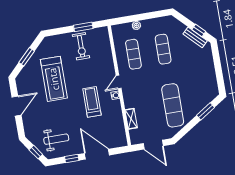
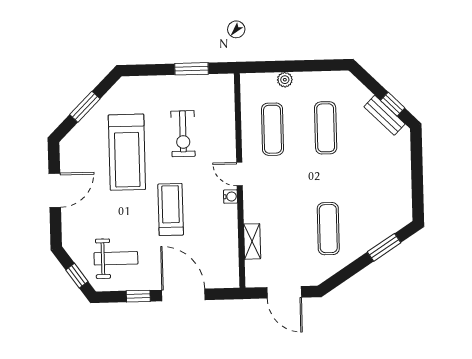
exercise bike: (81, 46) -> (183, 134), moved
door: (119, 82) -> (239, 174), hinge flipped
treadmill: (92, 102) -> (171, 209), moved
exercise mat: (173, 105) -> (328, 229), width x0.73, depth x0.69

